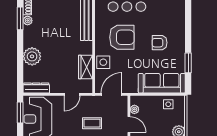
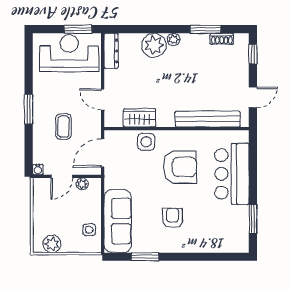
plant: (28, 21) -> (174, 39), moved
armchair: (122, 37) -> (180, 167), turned -90
door: (112, 94) -> (103, 153), swing flipped

